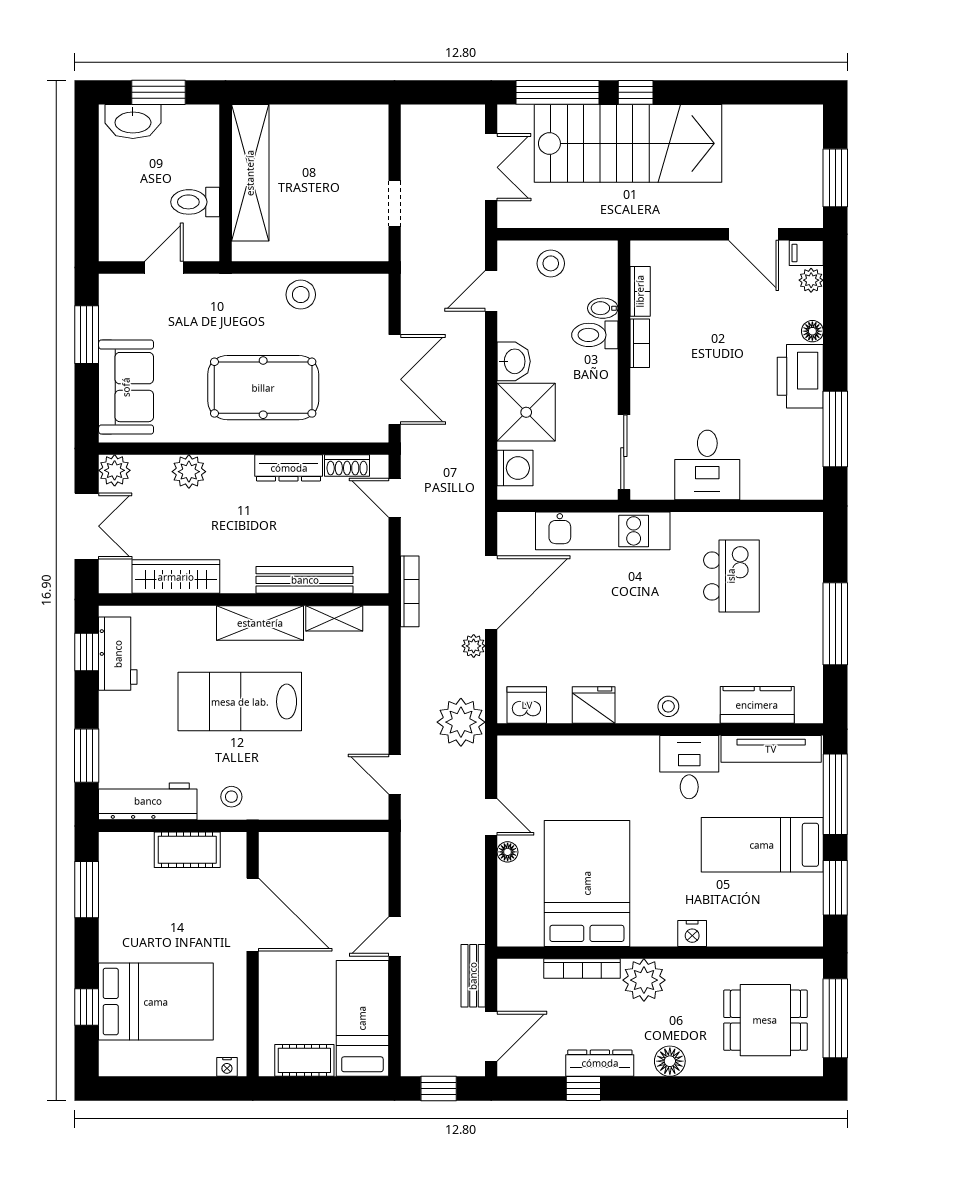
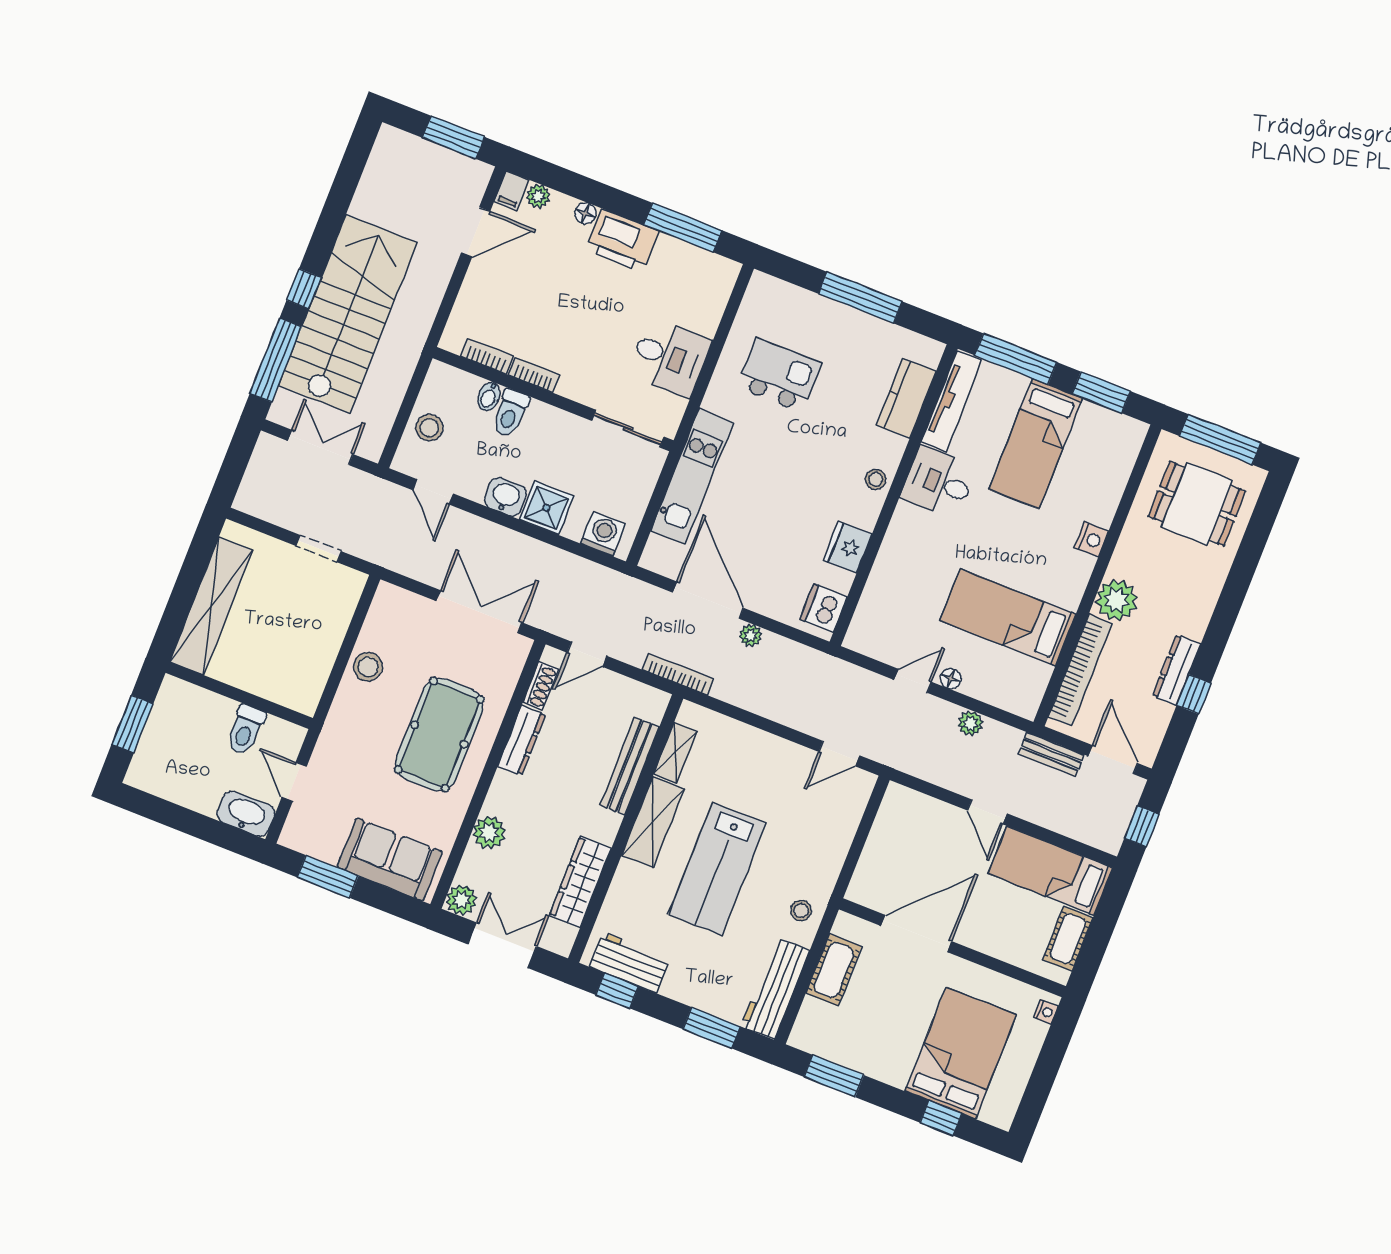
washbasin: (133, 122) -> (246, 814), moved, turned -90
shelving: (250, 173) -> (211, 606), moved, turned 90
shower: (526, 412) -> (546, 508), width x0.73, depth x0.73
plant: (461, 722) -> (970, 723), moved, width x0.53, depth x0.53
bed: (587, 883) -> (1008, 617), width x0.67
bookcase: (582, 969) -> (1080, 670), width x1.48, depth x1.31
dining table: (765, 1020) -> (1197, 504), turned 90
floor lamp: (670, 1061) -> (1200, 606), removed

